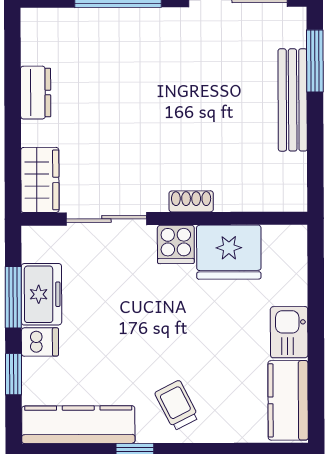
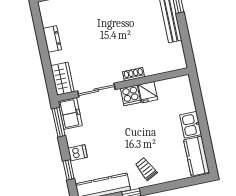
fridge: (229, 252) -> (148, 92), width x0.53, depth x0.75
freezer: (41, 294) -> (70, 113), moved
window: (13, 297) -> (59, 122), moved

